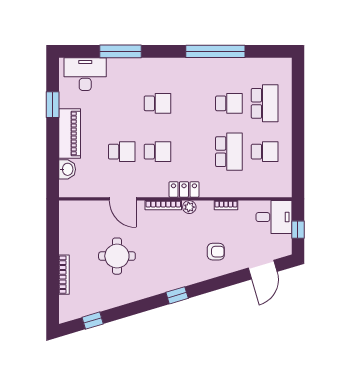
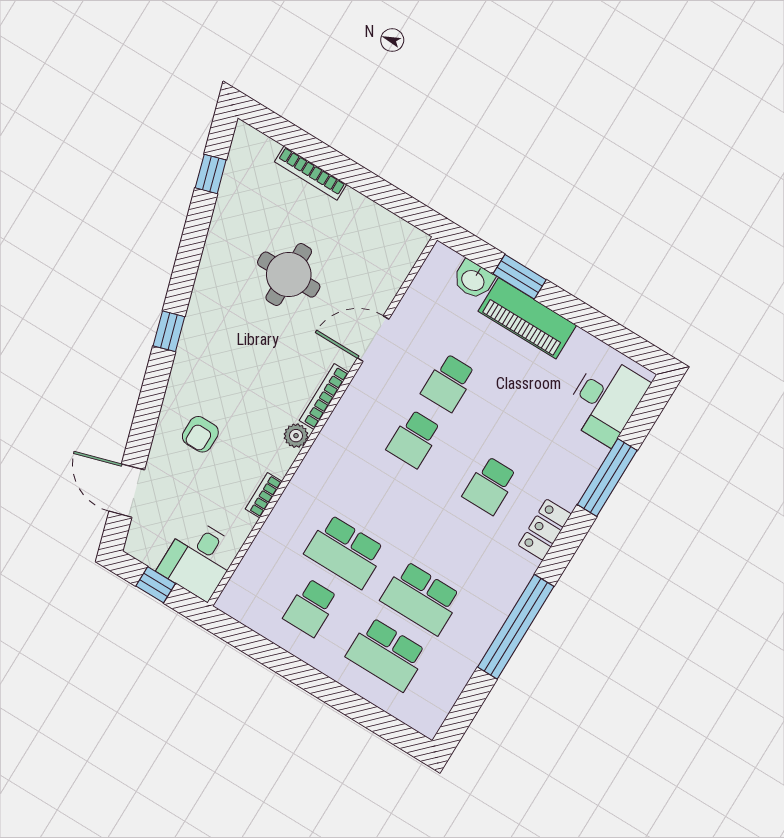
school desk: (229, 103) -> (421, 598), width x1.85
window: (53, 105) -> (520, 277), moved
locker: (184, 189) -> (545, 530), moved, turned 180

